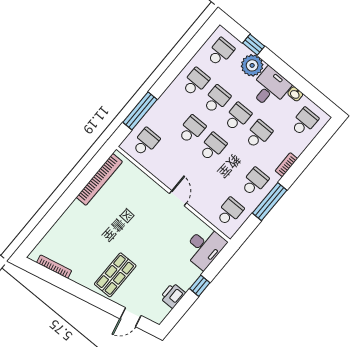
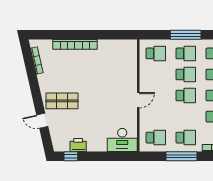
window: (140, 111) -> (186, 35), moved
school desk: (171, 112) -> (186, 53), added
bookcase: (99, 179) -> (75, 44), moved
window: (200, 286) -> (71, 156), moved
door: (131, 317) -> (42, 121), moved

